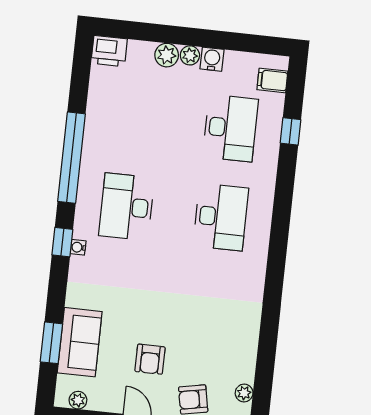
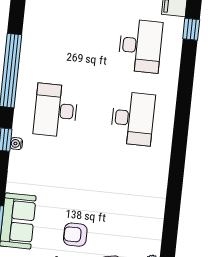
window: (291, 131) -> (191, 29), moved
armchair: (150, 359) -> (75, 235), turned 90

